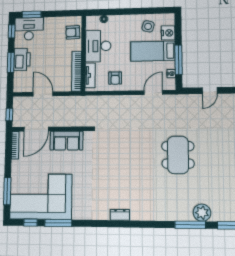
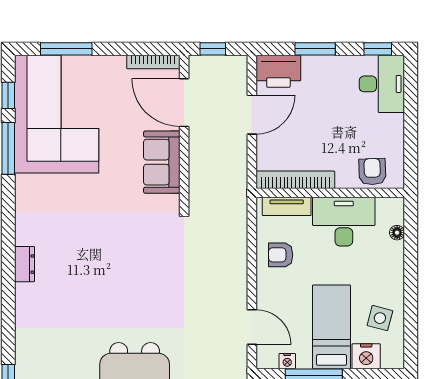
window: (32, 14) -> (411, 89), removed
printer: (22, 60) -> (278, 71), moved

